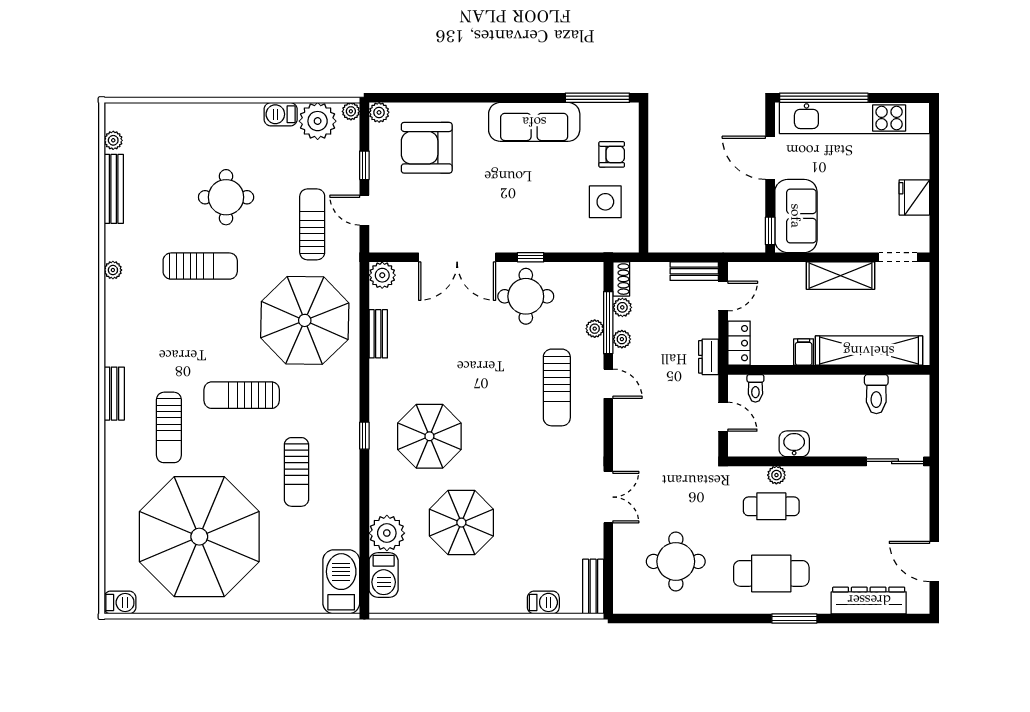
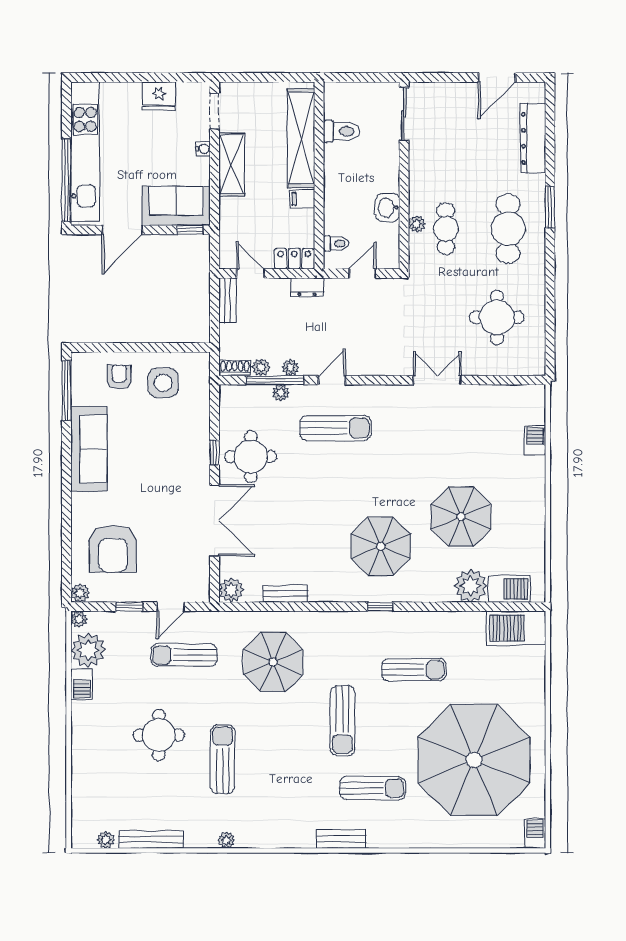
water cooler: (857, 245) -> (203, 149), added
parasol: (305, 320) -> (273, 662), width x0.73, depth x0.73
bench: (593, 586) -> (520, 394), removed

